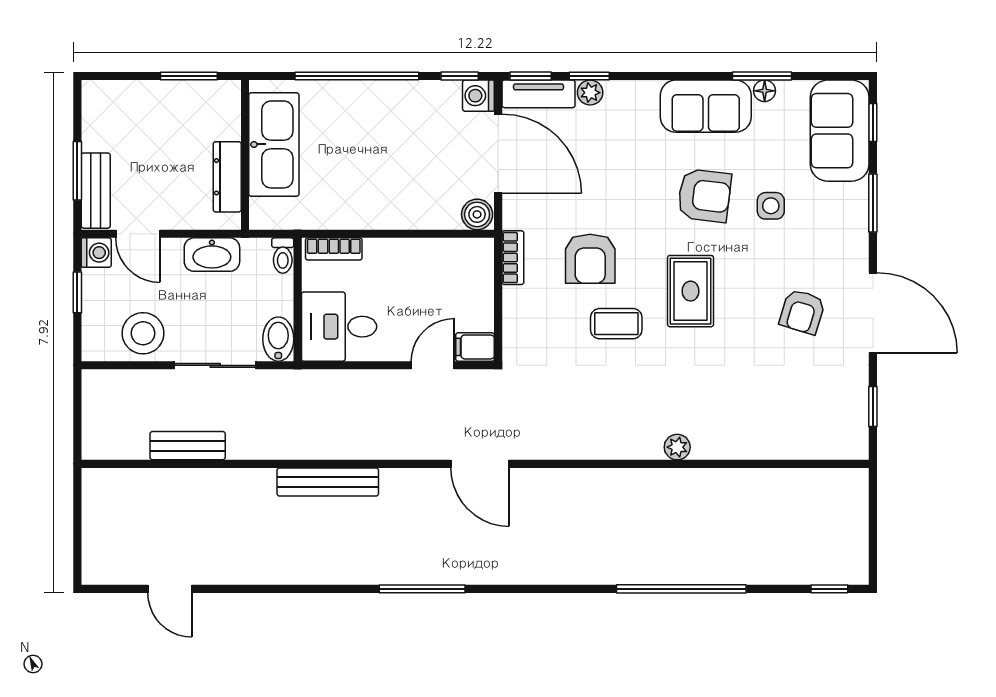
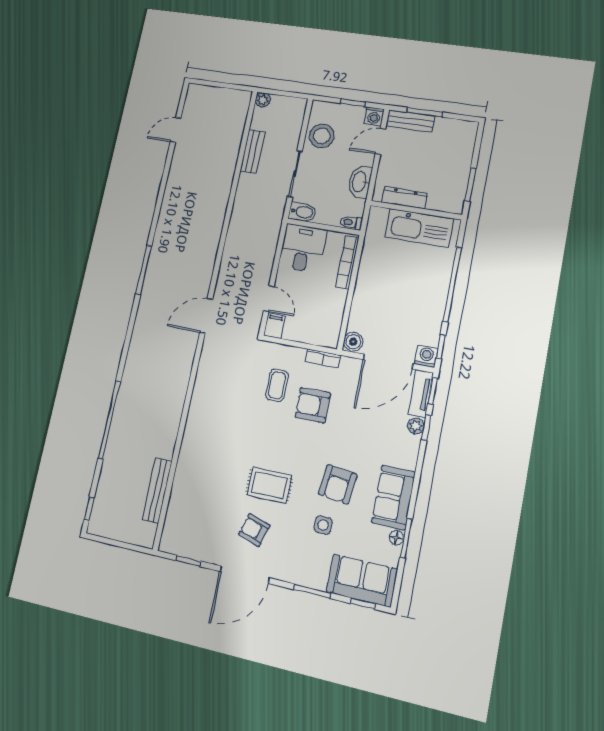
bookcase: (334, 249) -> (347, 262), width x1.56
rug: (691, 291) -> (269, 485), moved
coffee table: (616, 324) -> (277, 385), moved
plant: (677, 447) -> (263, 100), moved
bench: (328, 482) -> (157, 491), moved

